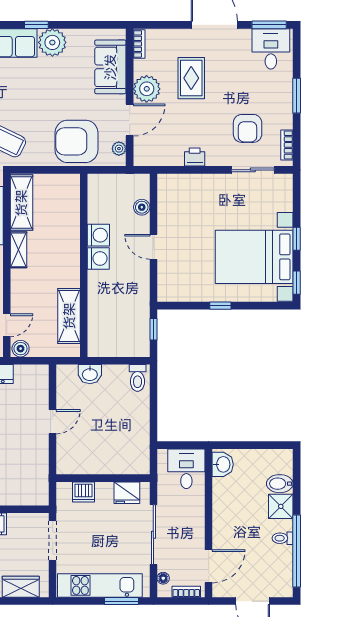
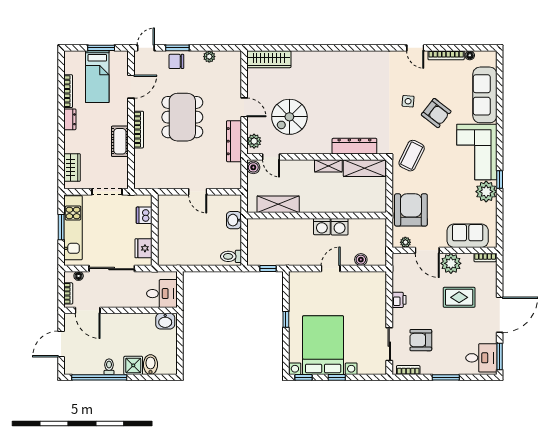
window: (121, 601) -> (61, 227), moved

